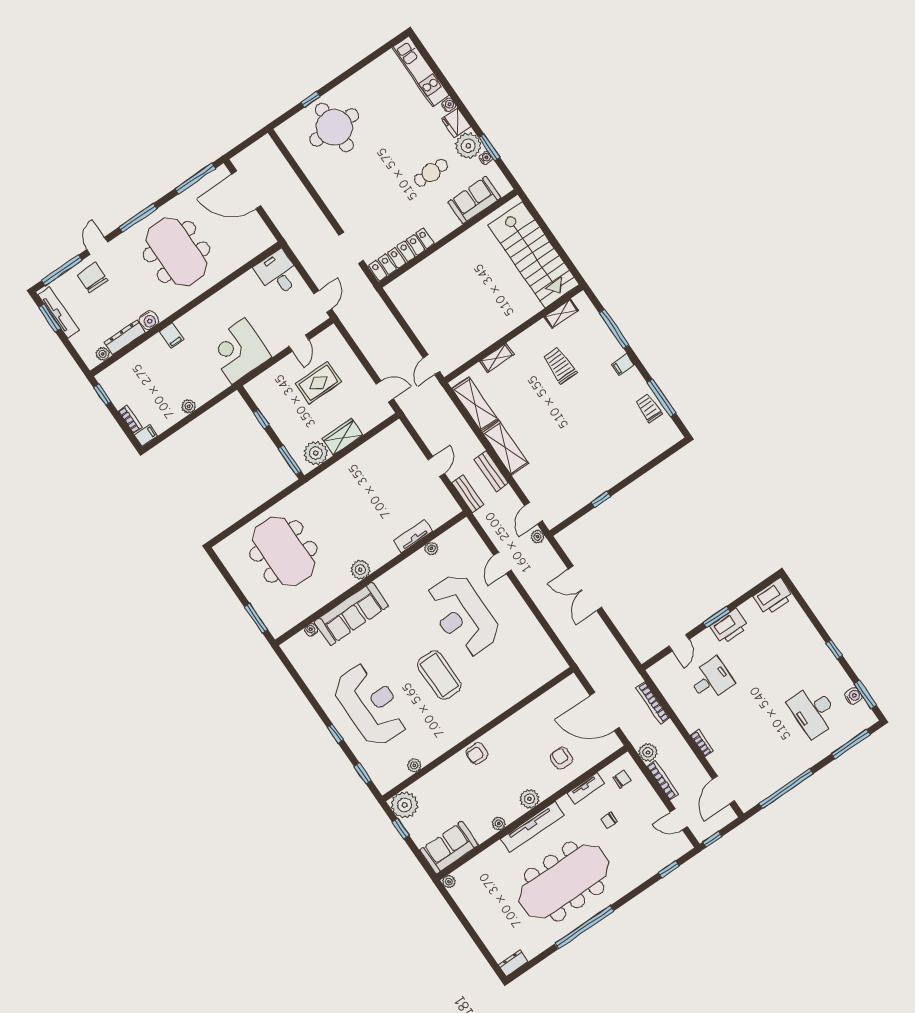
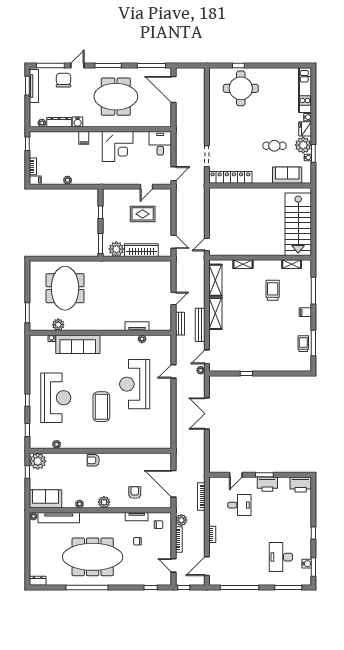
meeting table: (176, 252) -> (116, 97), turned 90
corner desk: (238, 351) -> (118, 146), moved, turned 180
wardrobe: (342, 437) -> (141, 250), width x1.50
bench: (491, 471) -> (200, 325), width x1.36
plant: (360, 570) -> (58, 325), moved
tv unit: (532, 827) -> (59, 518), moved

